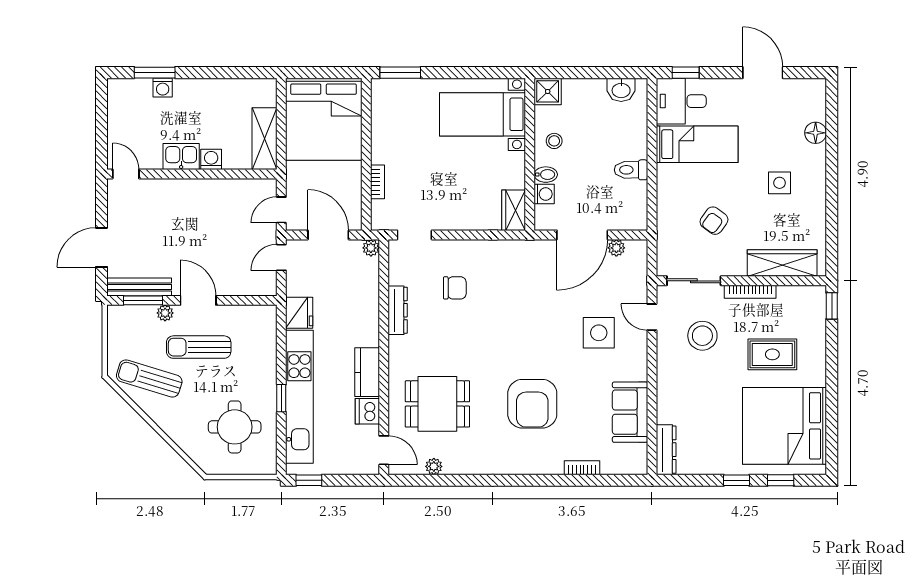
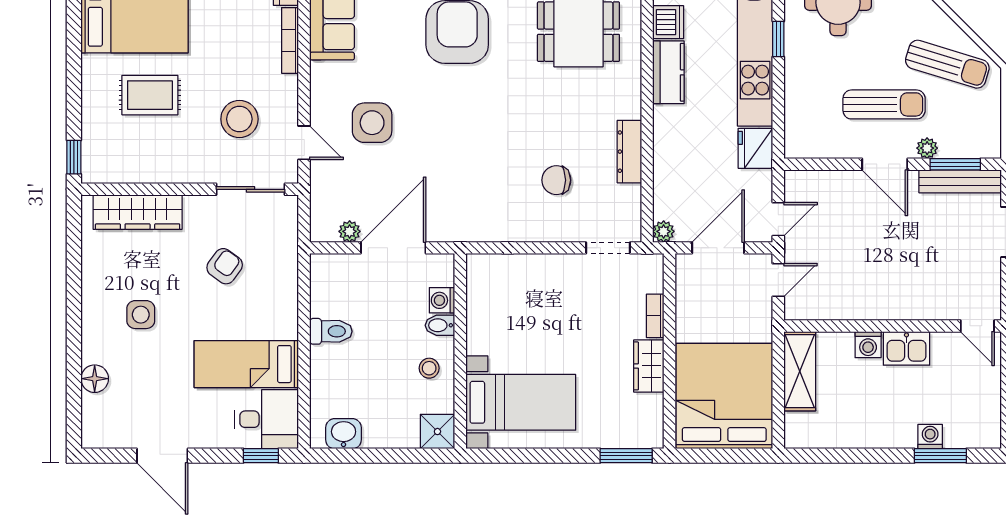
wardrobe: (514, 210) -> (649, 366), moved, turned 180
door: (328, 235) -> (718, 248), swing flipped
bookcase: (750, 292) -> (290, 40), moved, turned -90

